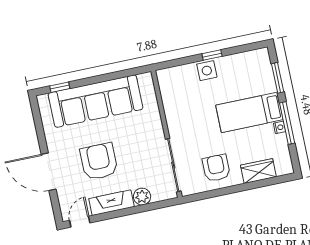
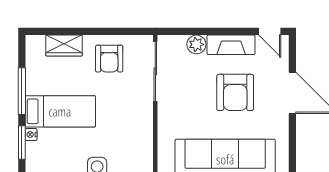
nightstand: (280, 127) -> (31, 135), moved
door: (80, 222) -> (270, 31), hinge flipped

